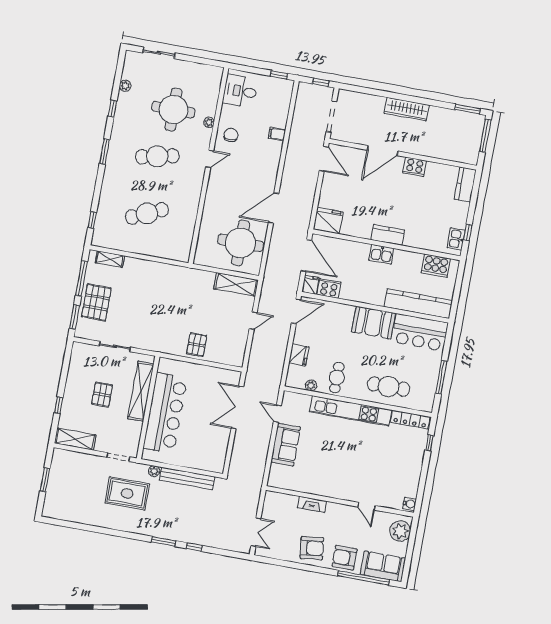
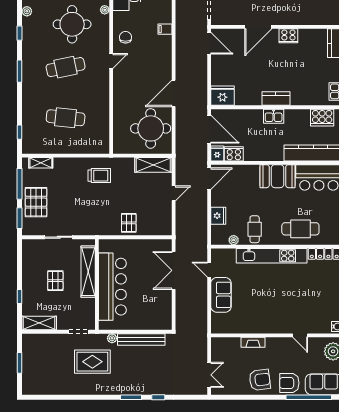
plant: (209, 122) -> (105, 10), moved
cafe table: (147, 213) -> (66, 118), turned 30
trolley: (173, 285) -> (99, 176), added

